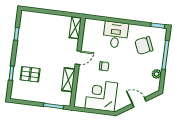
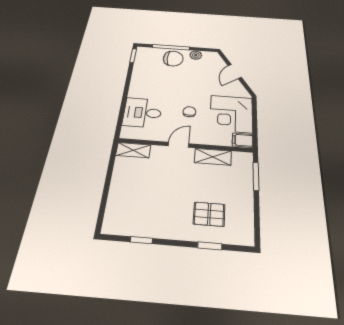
desk: (116, 35) -> (142, 113), moved
chair: (144, 46) -> (173, 59), moved, turned -67
door: (78, 58) -> (179, 145), hinge flipped
pallet: (30, 74) -> (209, 214), turned 90
filing cabinet: (80, 101) -> (243, 140), added

